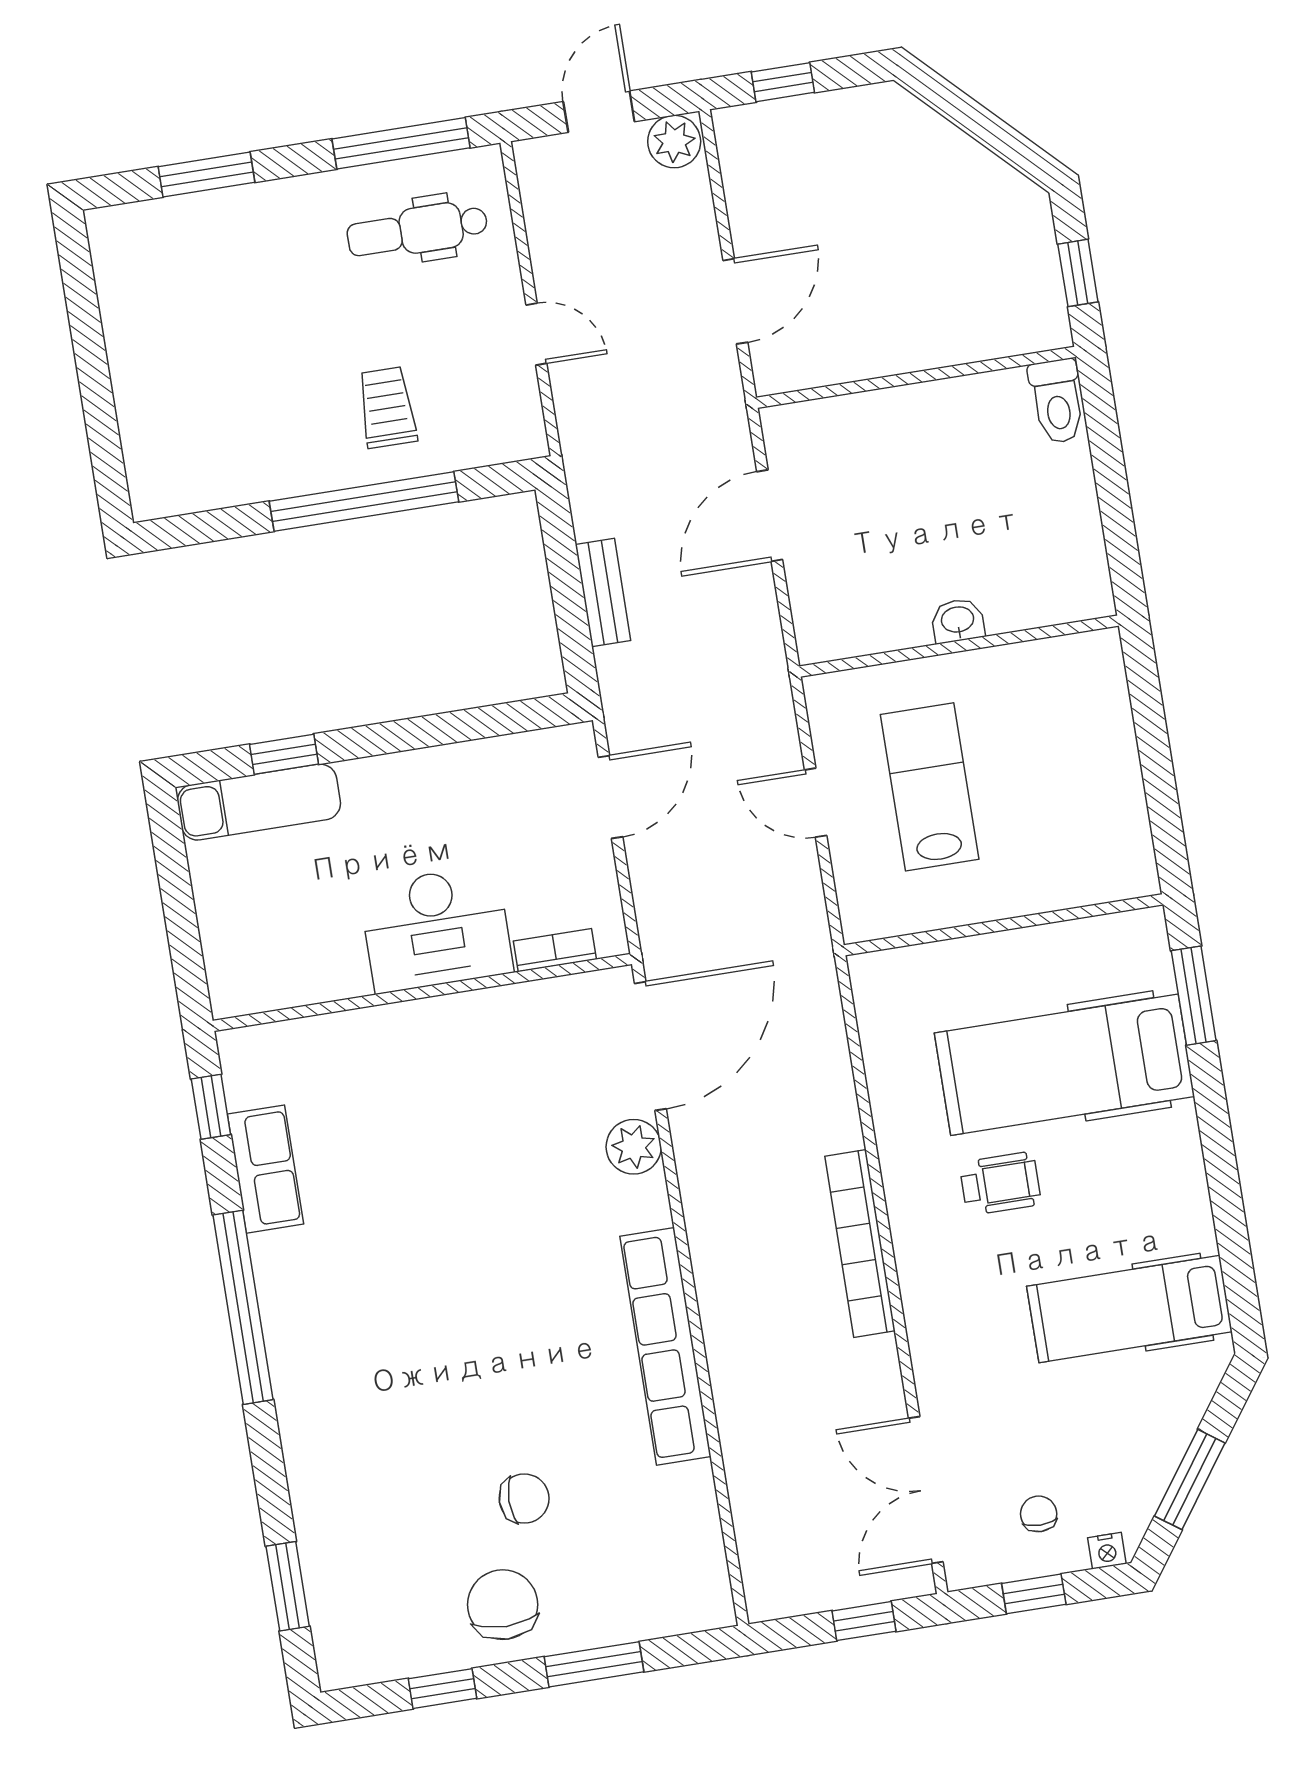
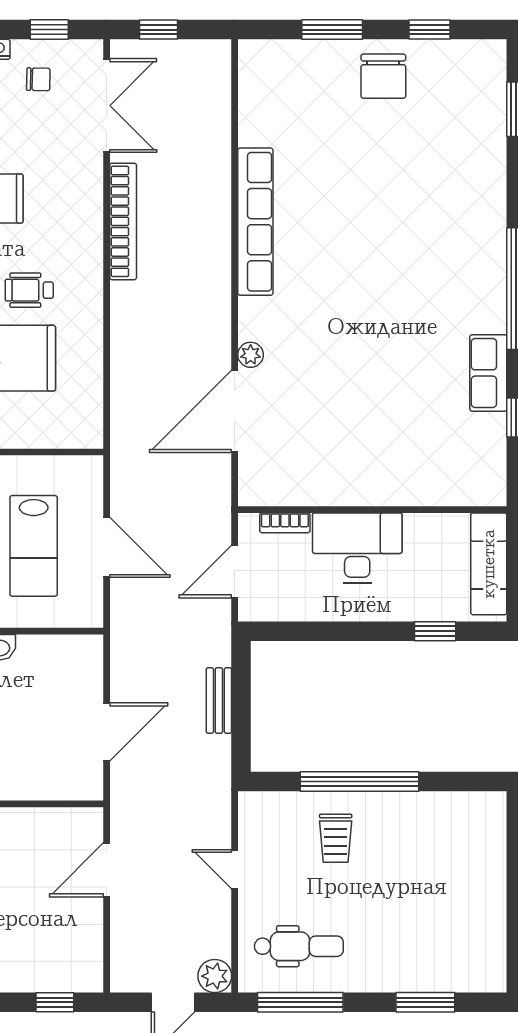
plant: (674, 142) -> (215, 976), moved
exam couch: (259, 802) -> (489, 564), moved, turned -90
door: (816, 803) -> (107, 547), width x1.38
desk: (436, 929) -> (357, 548), moved
bookcase: (555, 950) -> (285, 523), moved
wall: (422, 992) -> (372, 510), moved
plant: (634, 1147) -> (251, 355), width x0.73, depth x0.73
bookcase: (860, 1243) -> (123, 221), moved
chair: (524, 1499) -> (359, 141), removed
chair: (1039, 1514) -> (38, 79), turned -89

